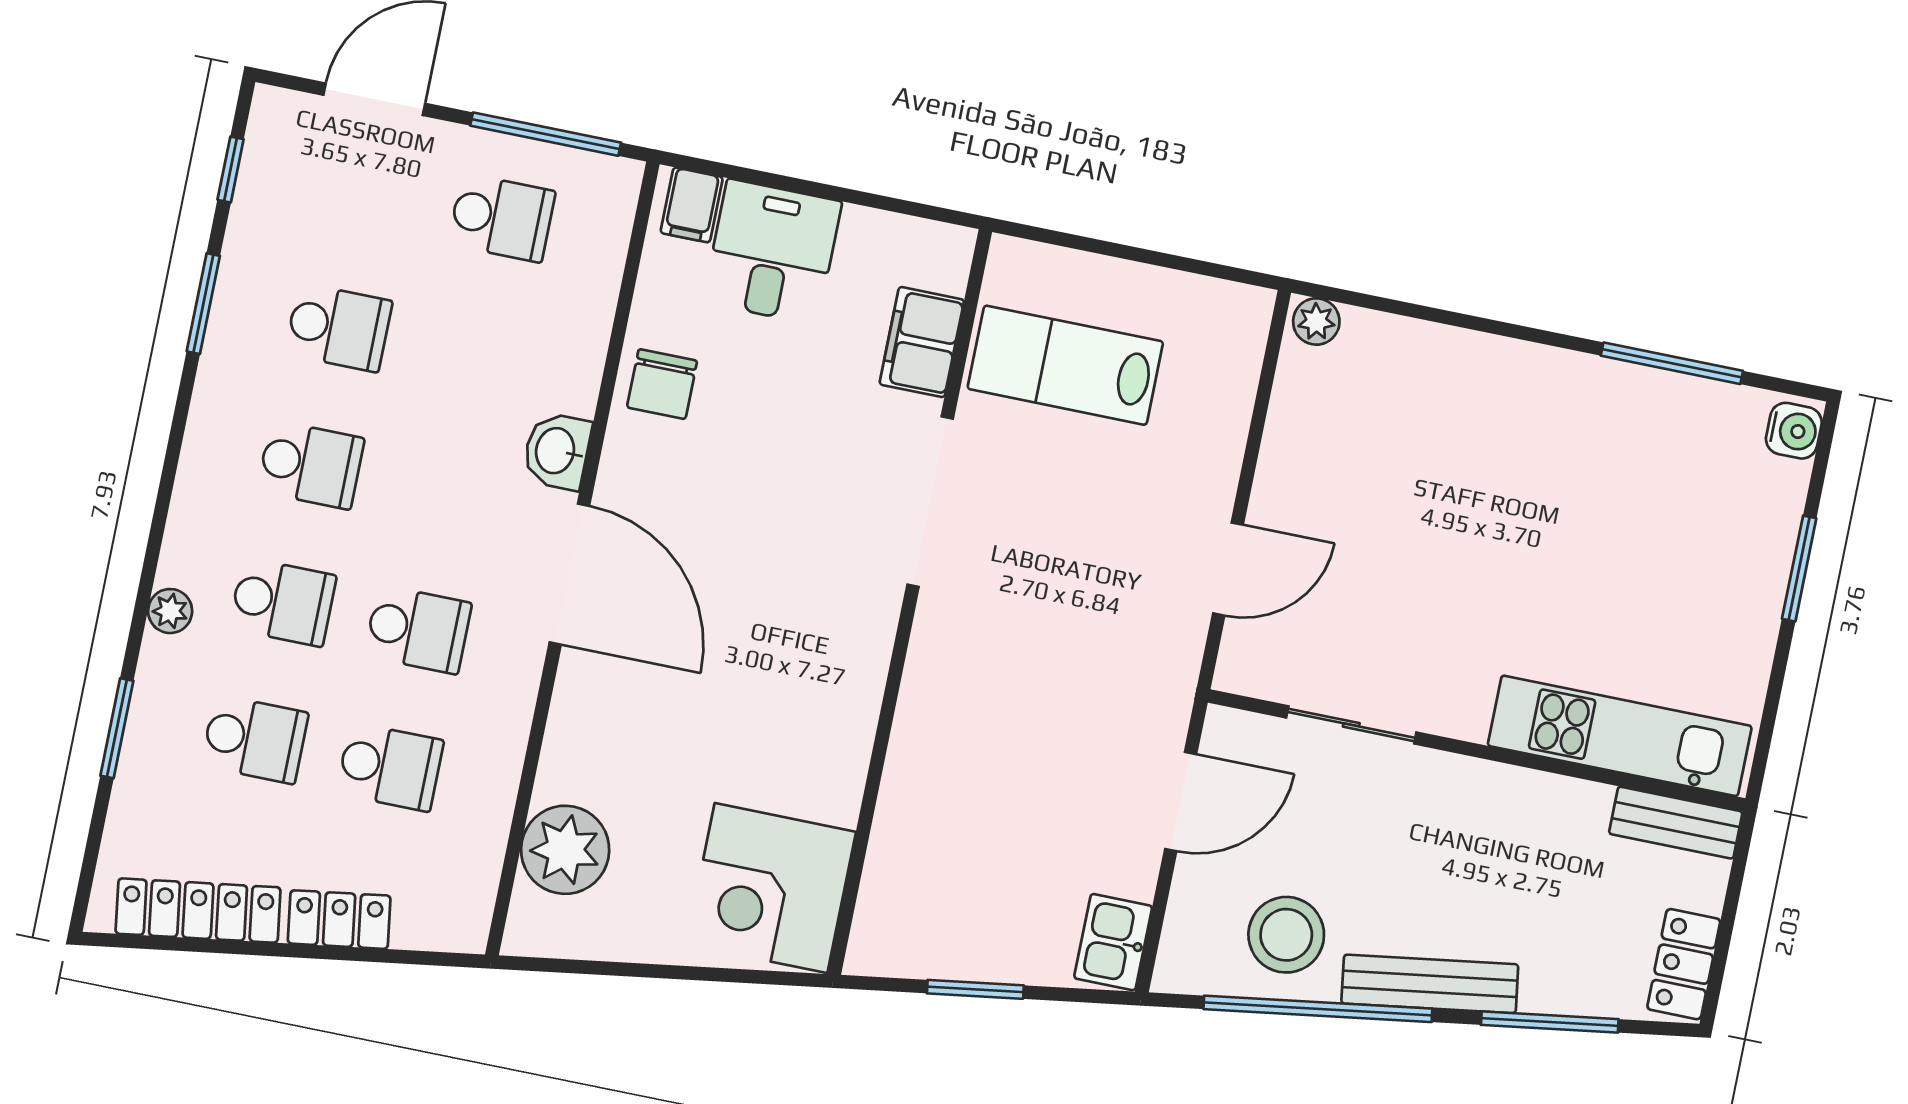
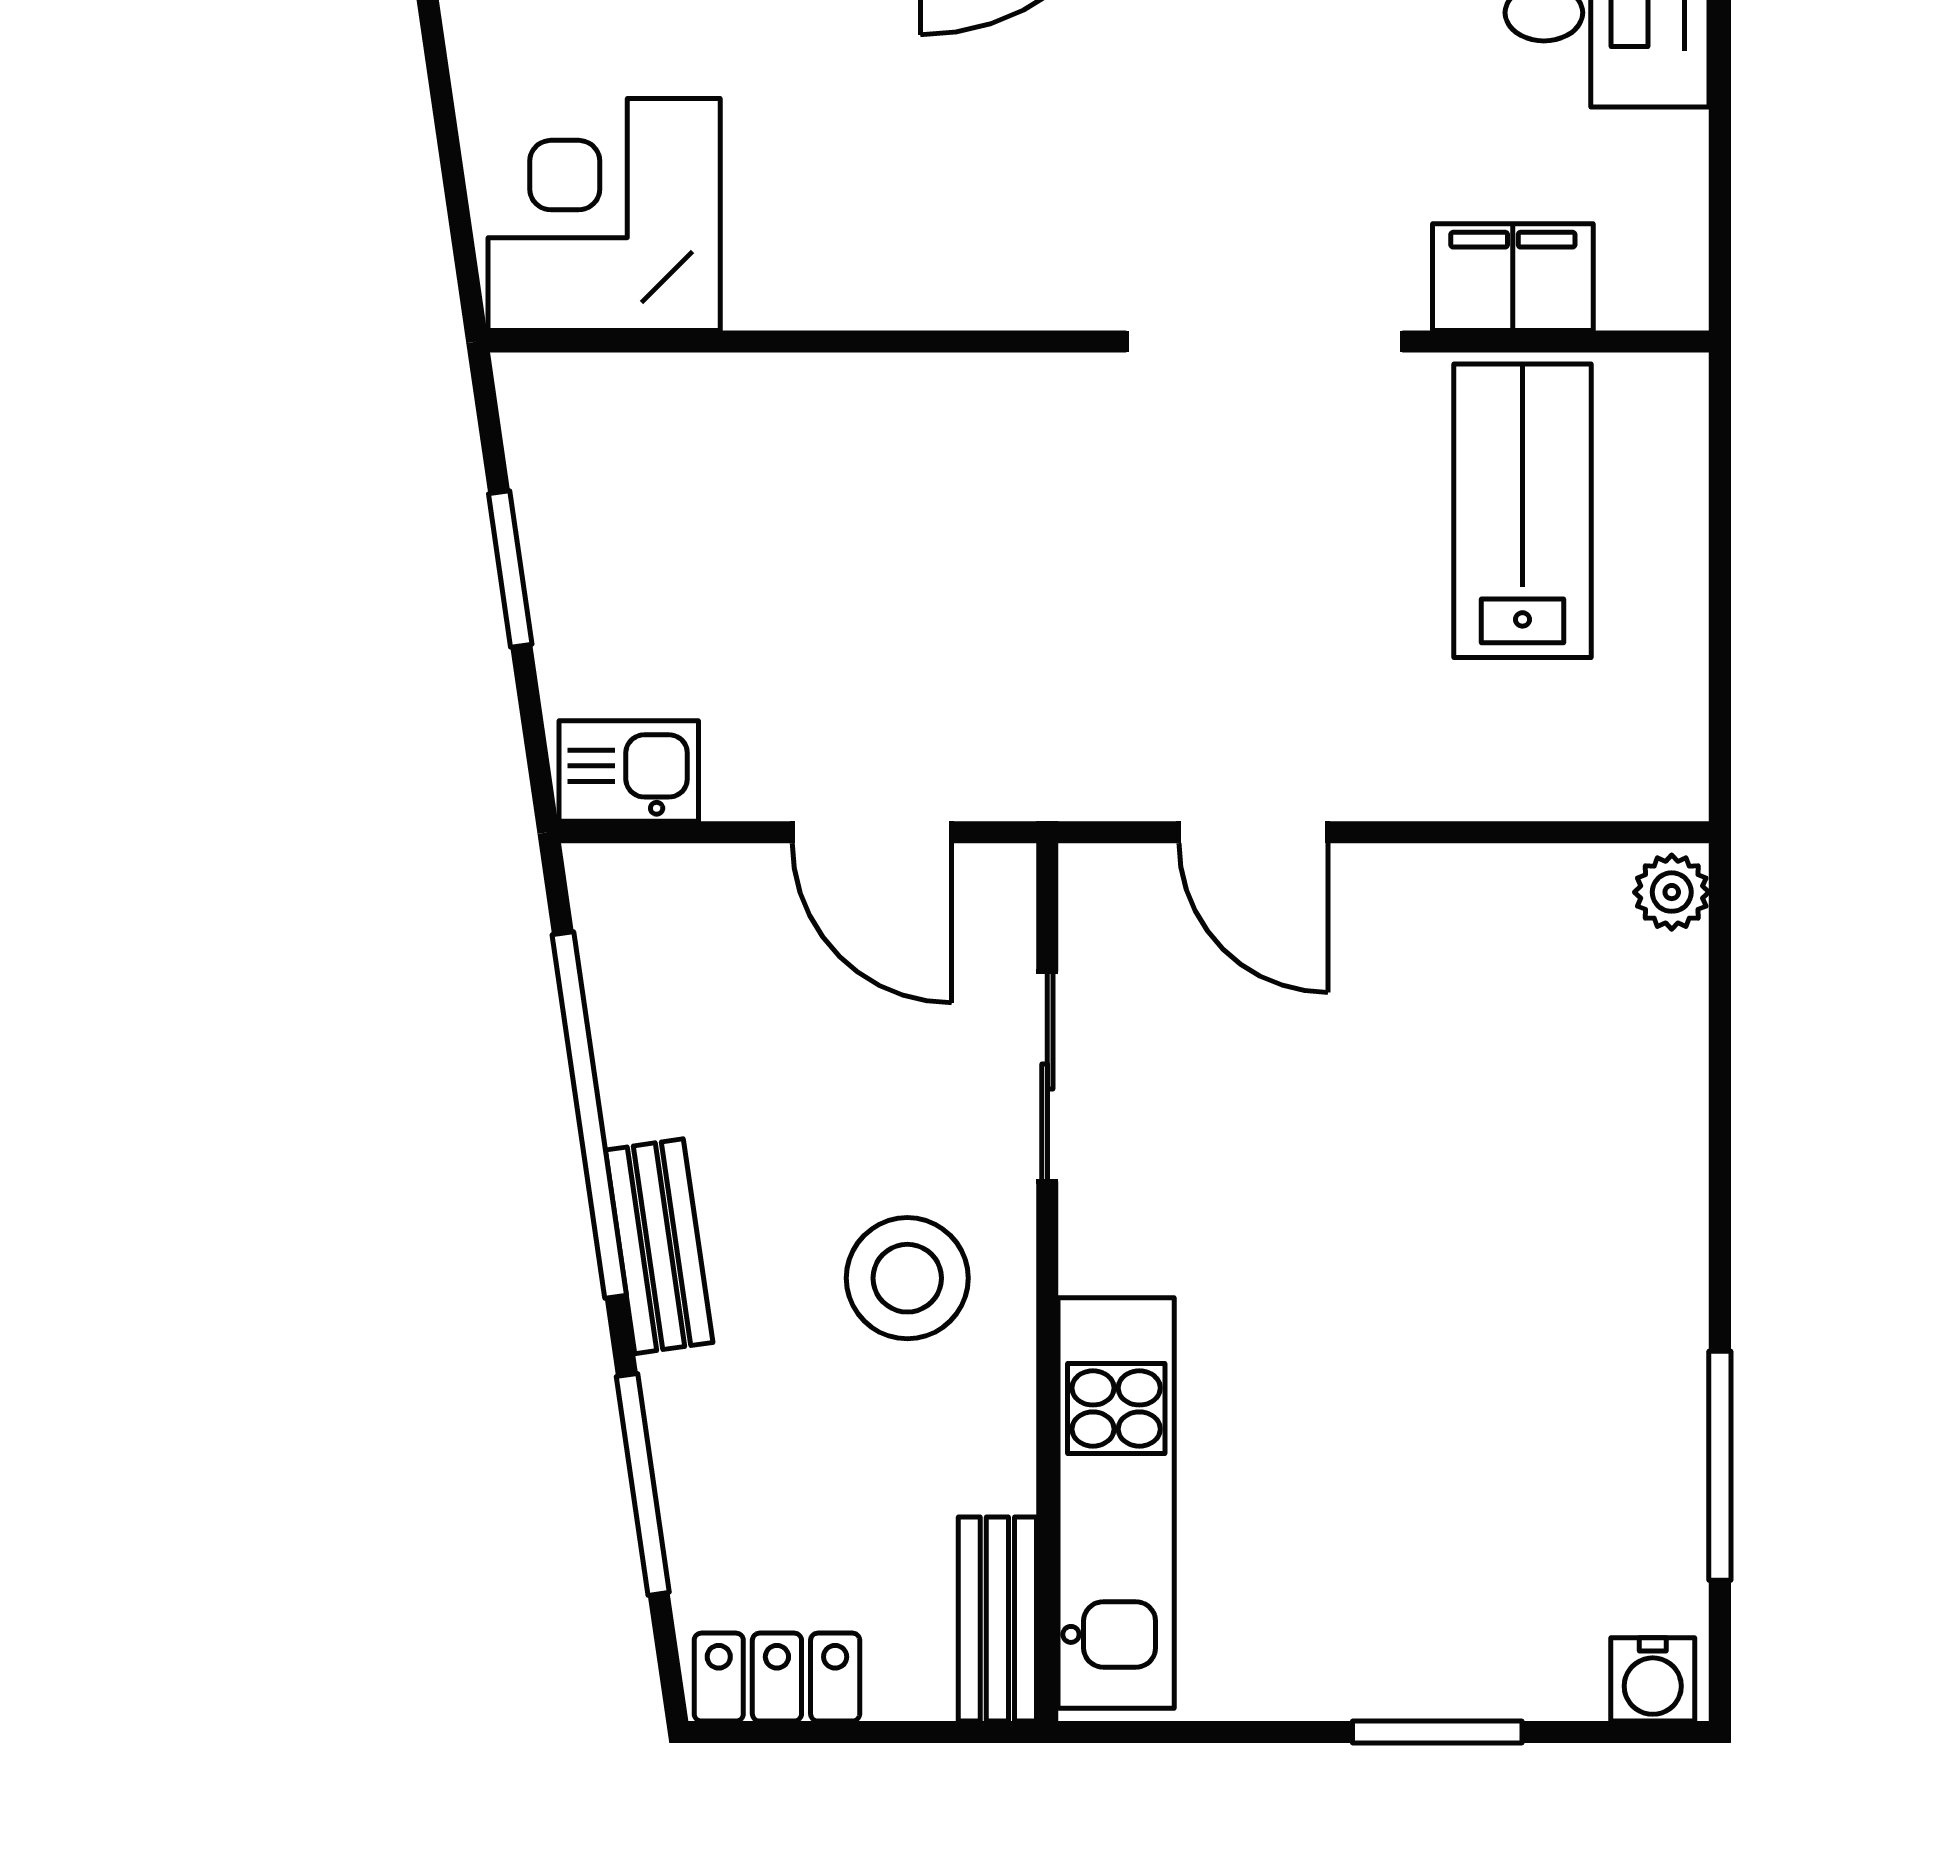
stool: (1286, 935) -> (907, 1278), moved
bench: (1430, 984) -> (659, 1246), width x0.73

